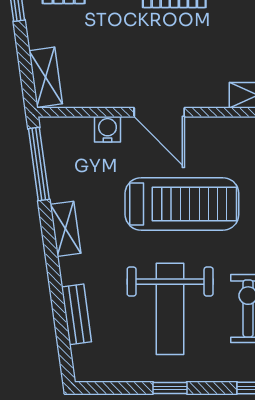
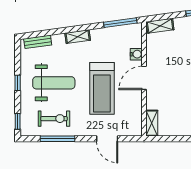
shelving: (65, 229) -> (78, 37), moved
weight bench: (170, 309) -> (54, 83), turned 180
bench: (76, 314) -> (38, 42), moved

